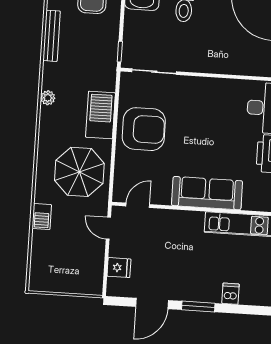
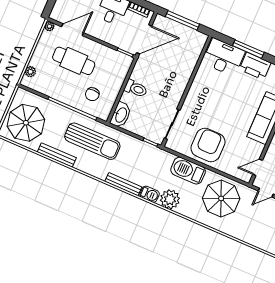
plant: (48, 98) -> (170, 199), width x1.87, depth x1.87
door: (138, 205) -> (258, 167), hinge flipped
barbecue: (42, 216) -> (150, 194), moved

